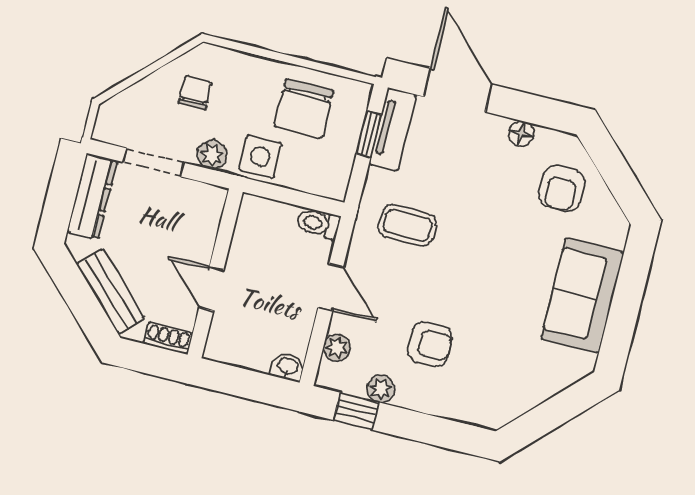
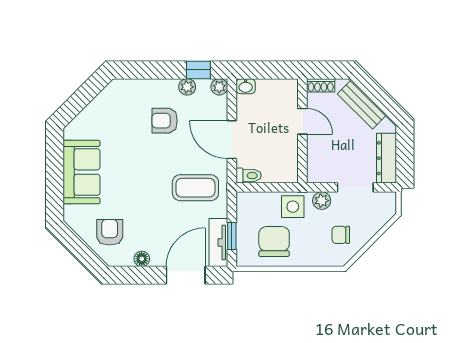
door: (458, 90) -> (186, 275), swing flipped
chair: (195, 93) -> (341, 235), turned 90
coffee table: (408, 225) -> (195, 188), width x1.36, depth x1.30
door: (331, 287) -> (232, 140), width x1.38
plant: (337, 348) -> (219, 87), moved

